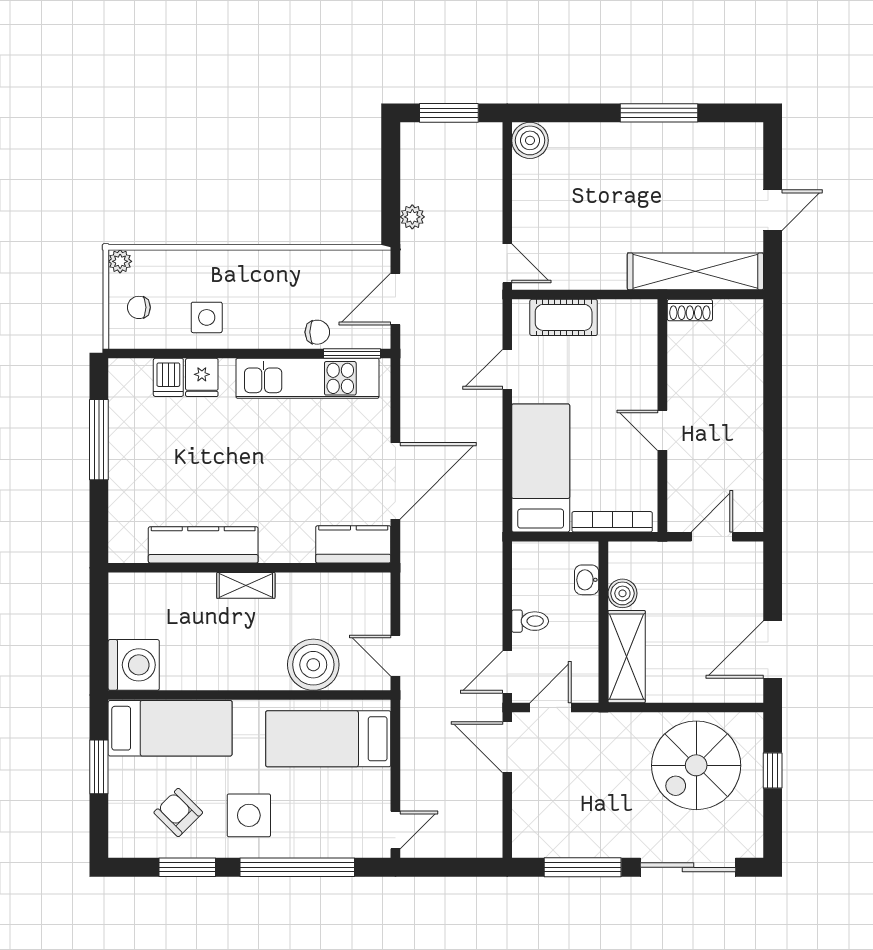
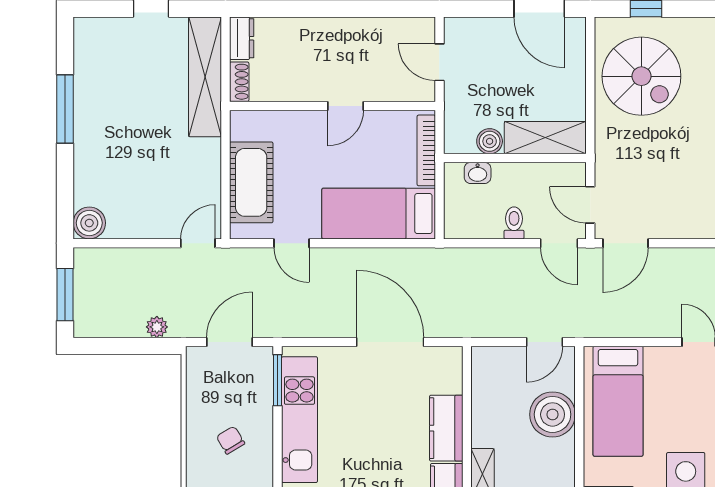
door: (395, 299) -> (229, 342), swing flipped
dresser: (739, 313) -> (242, 38), added
cot: (564, 317) -> (251, 182), width x1.37, depth x1.34
chair: (317, 332) -> (231, 440), moved, turned -31
kitchen counter: (353, 544) -> (446, 428), moved

